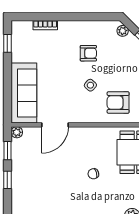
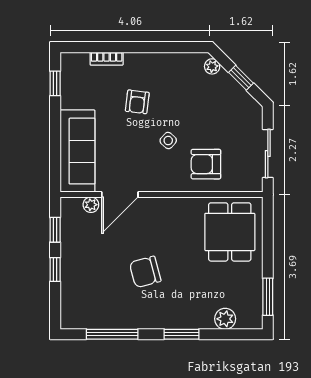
armchair: (88, 53) -> (137, 102), moved, turned 97
plant: (17, 132) -> (91, 205), moved
chair: (93, 174) -> (145, 272), moved, width x1.87, depth x1.87

